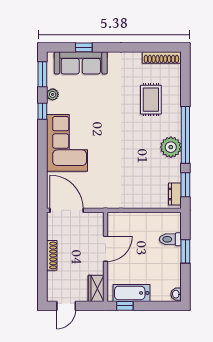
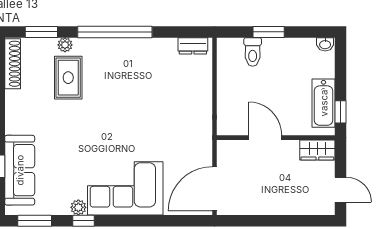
plant: (53, 94) -> (78, 207), moved
rug: (151, 100) -> (68, 78), turned 90
plant: (171, 147) -> (65, 45), moved, width x0.53, depth x0.53
window: (185, 185) -> (41, 32), moved
shoe rack: (52, 255) -> (274, 209), removed

